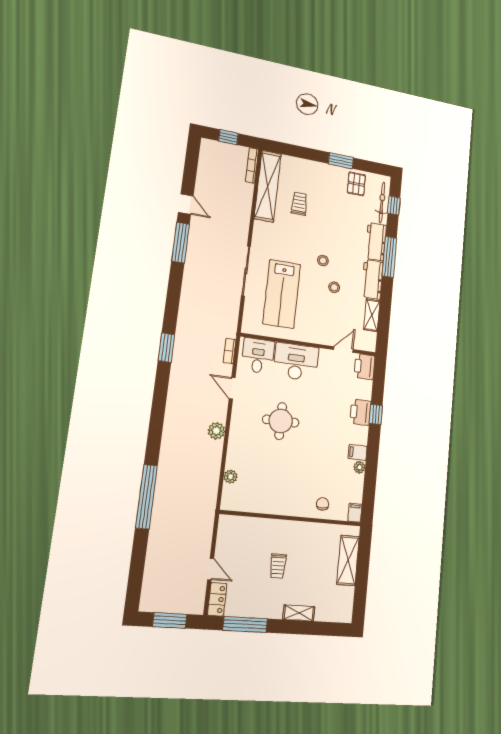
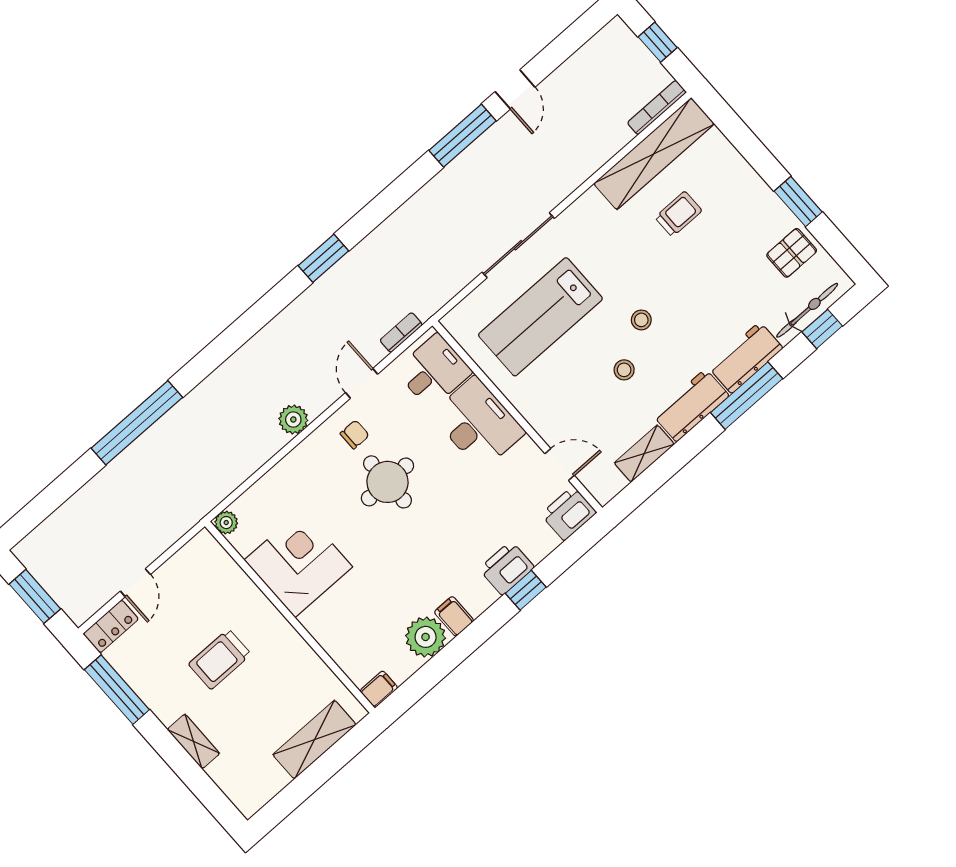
plant: (359, 467) -> (426, 637), width x1.88, depth x1.88
plant: (230, 477) -> (226, 523), moved
corner desk: (274, 492) -> (298, 563), added
chair: (323, 504) -> (355, 434), moved
trolley: (278, 566) -> (220, 659), width x1.36, depth x1.39

